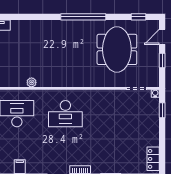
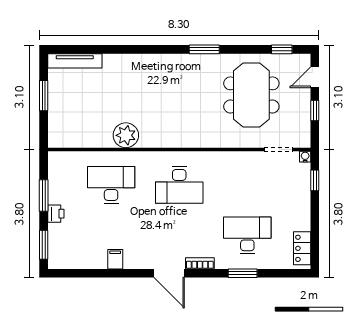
window: (83, 17) -> (204, 49), width x0.47
plant: (32, 82) -> (126, 135), width x1.88, depth x1.88
desk: (114, 150) -> (247, 235), added

